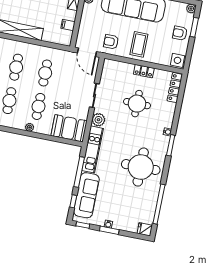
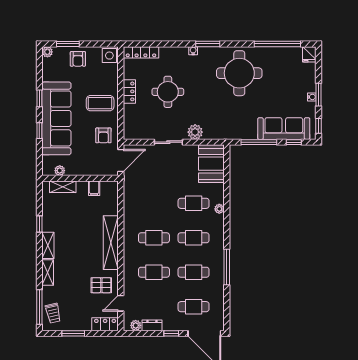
cafe table: (45, 73) -> (154, 203), removed
kitchen unit: (92, 149) -> (230, 132), removed

